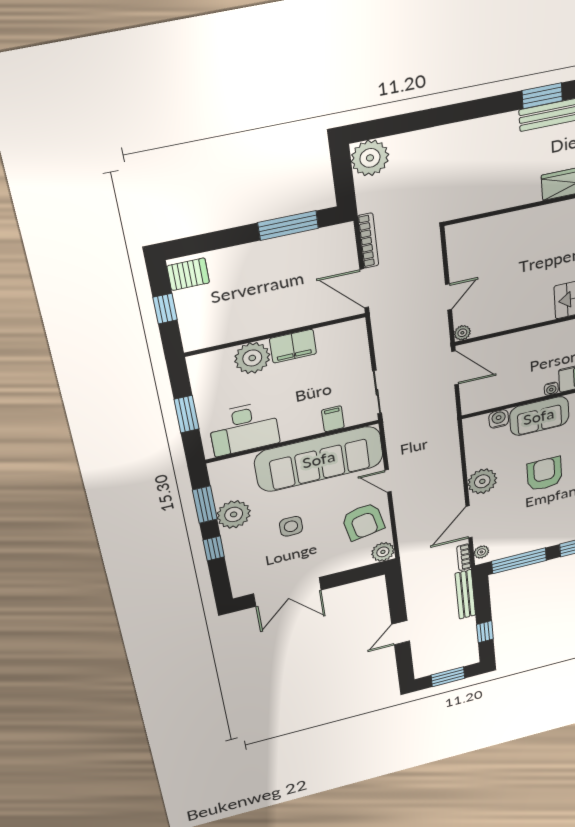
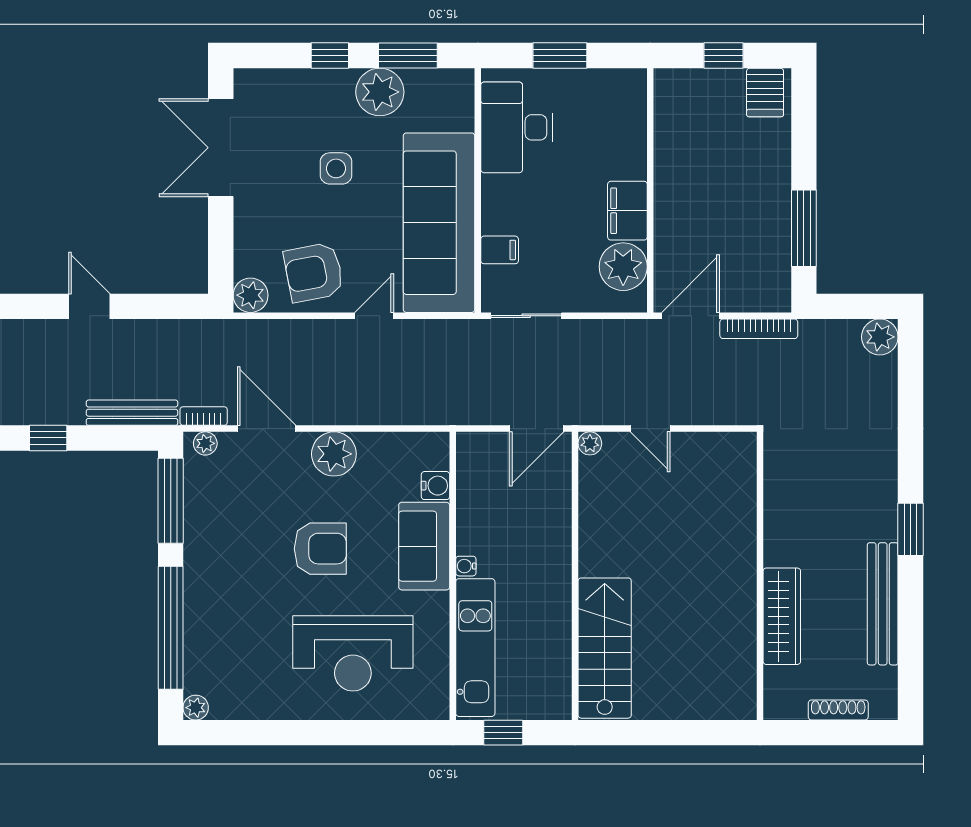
window: (542, 96) -> (910, 529), moved
plant: (370, 158) -> (880, 337), width x0.73, depth x0.73
plant: (252, 358) -> (623, 267), moved

